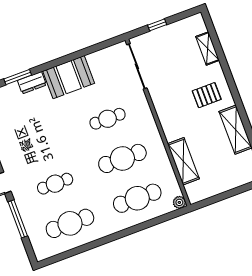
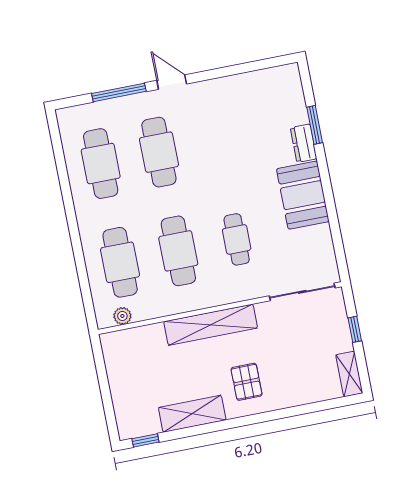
shelving: (208, 48) -> (349, 374), moved, turned 90
shelving: (183, 161) -> (211, 325), moved, width x1.47
cafe table: (55, 184) -> (159, 152), width x1.37, depth x1.35
plant: (179, 202) -> (122, 316), moved

